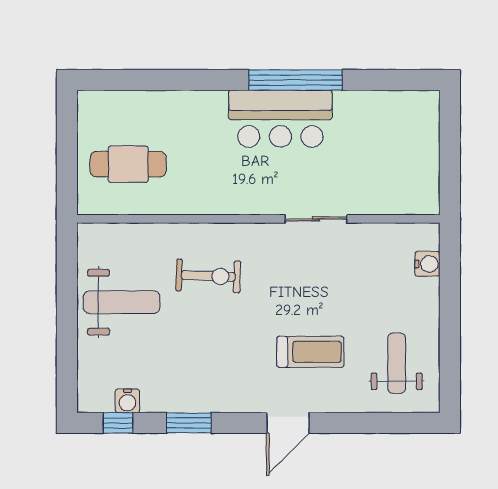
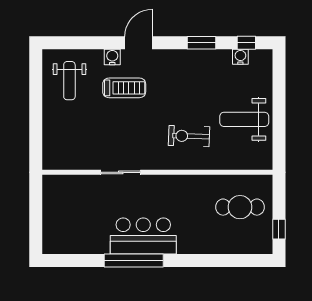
window: (67, 129) -> (279, 229), added
water cooler: (427, 264) -> (112, 57), moved, turned 90
treadmill: (310, 352) -> (124, 88), turned 180

